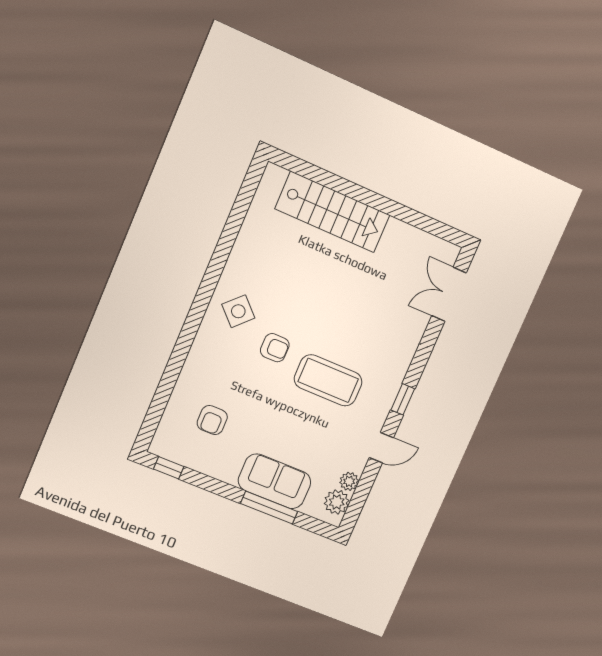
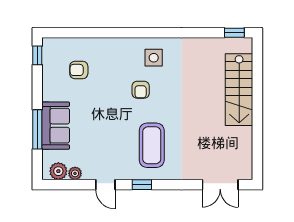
window: (251, 184) -> (234, 33), added
double door: (449, 294) -> (220, 185), swing flipped
side table: (238, 311) -> (154, 58), turned 45
coffee table: (328, 380) -> (152, 145), moved

